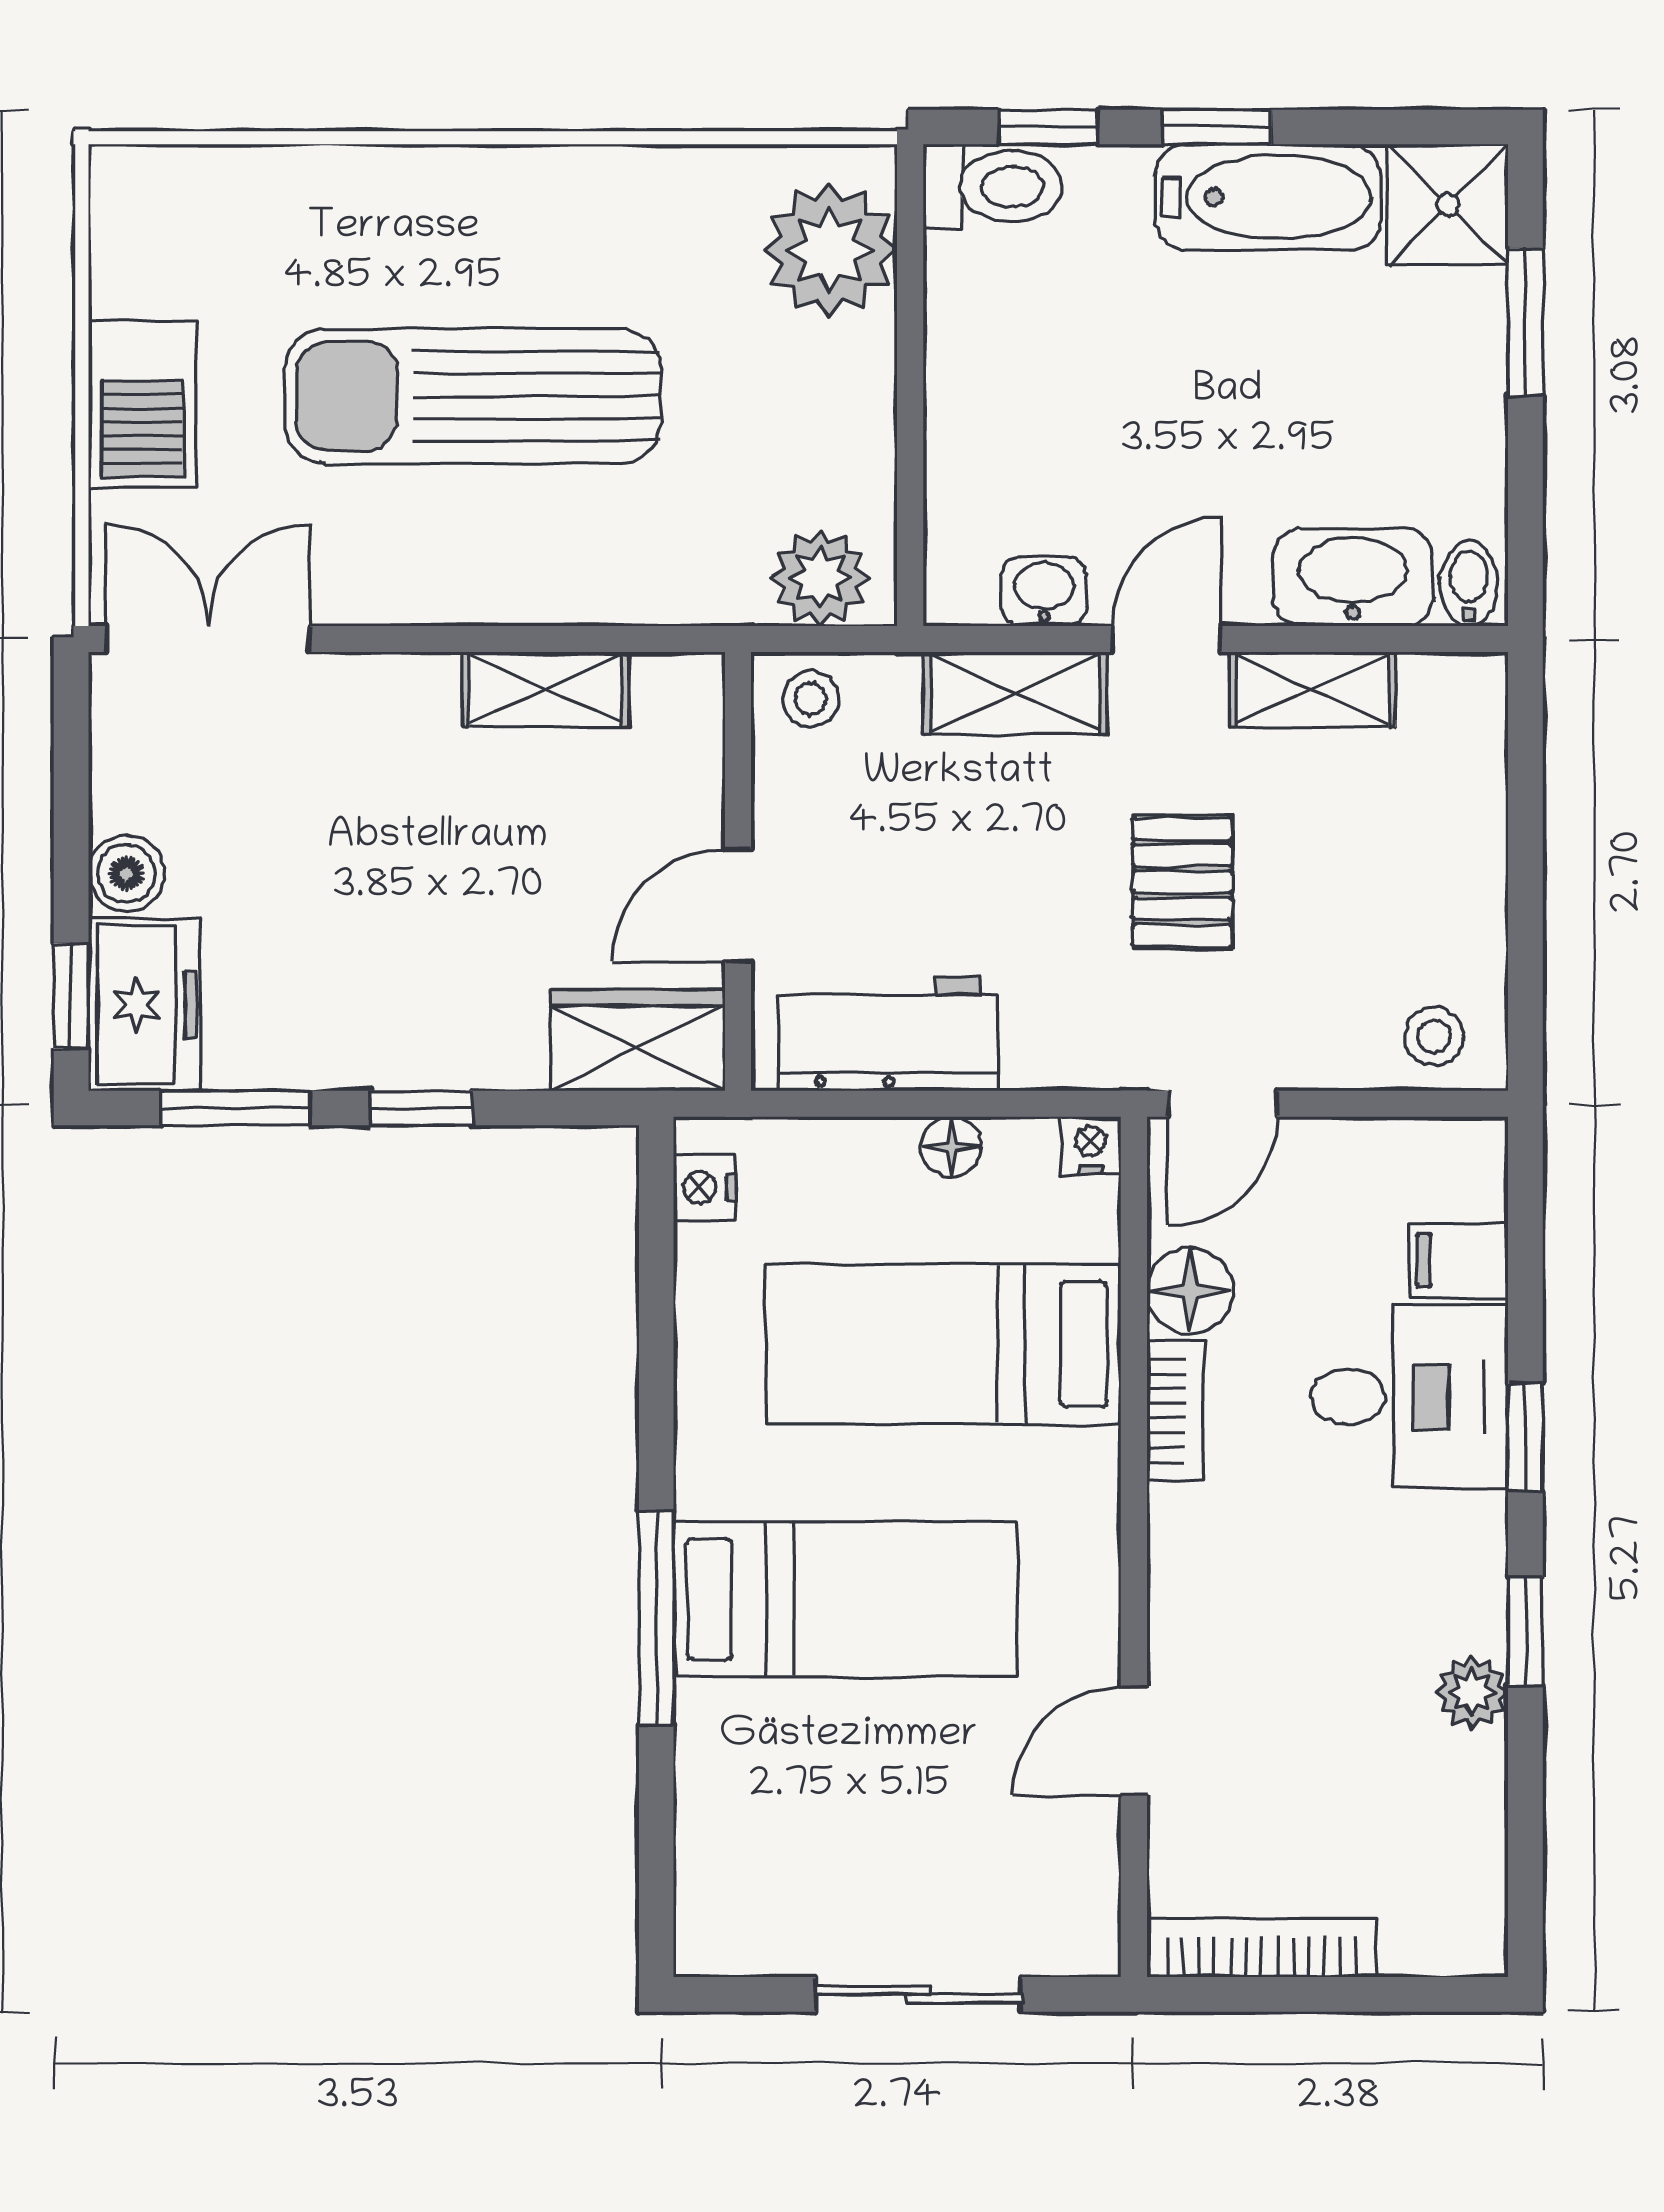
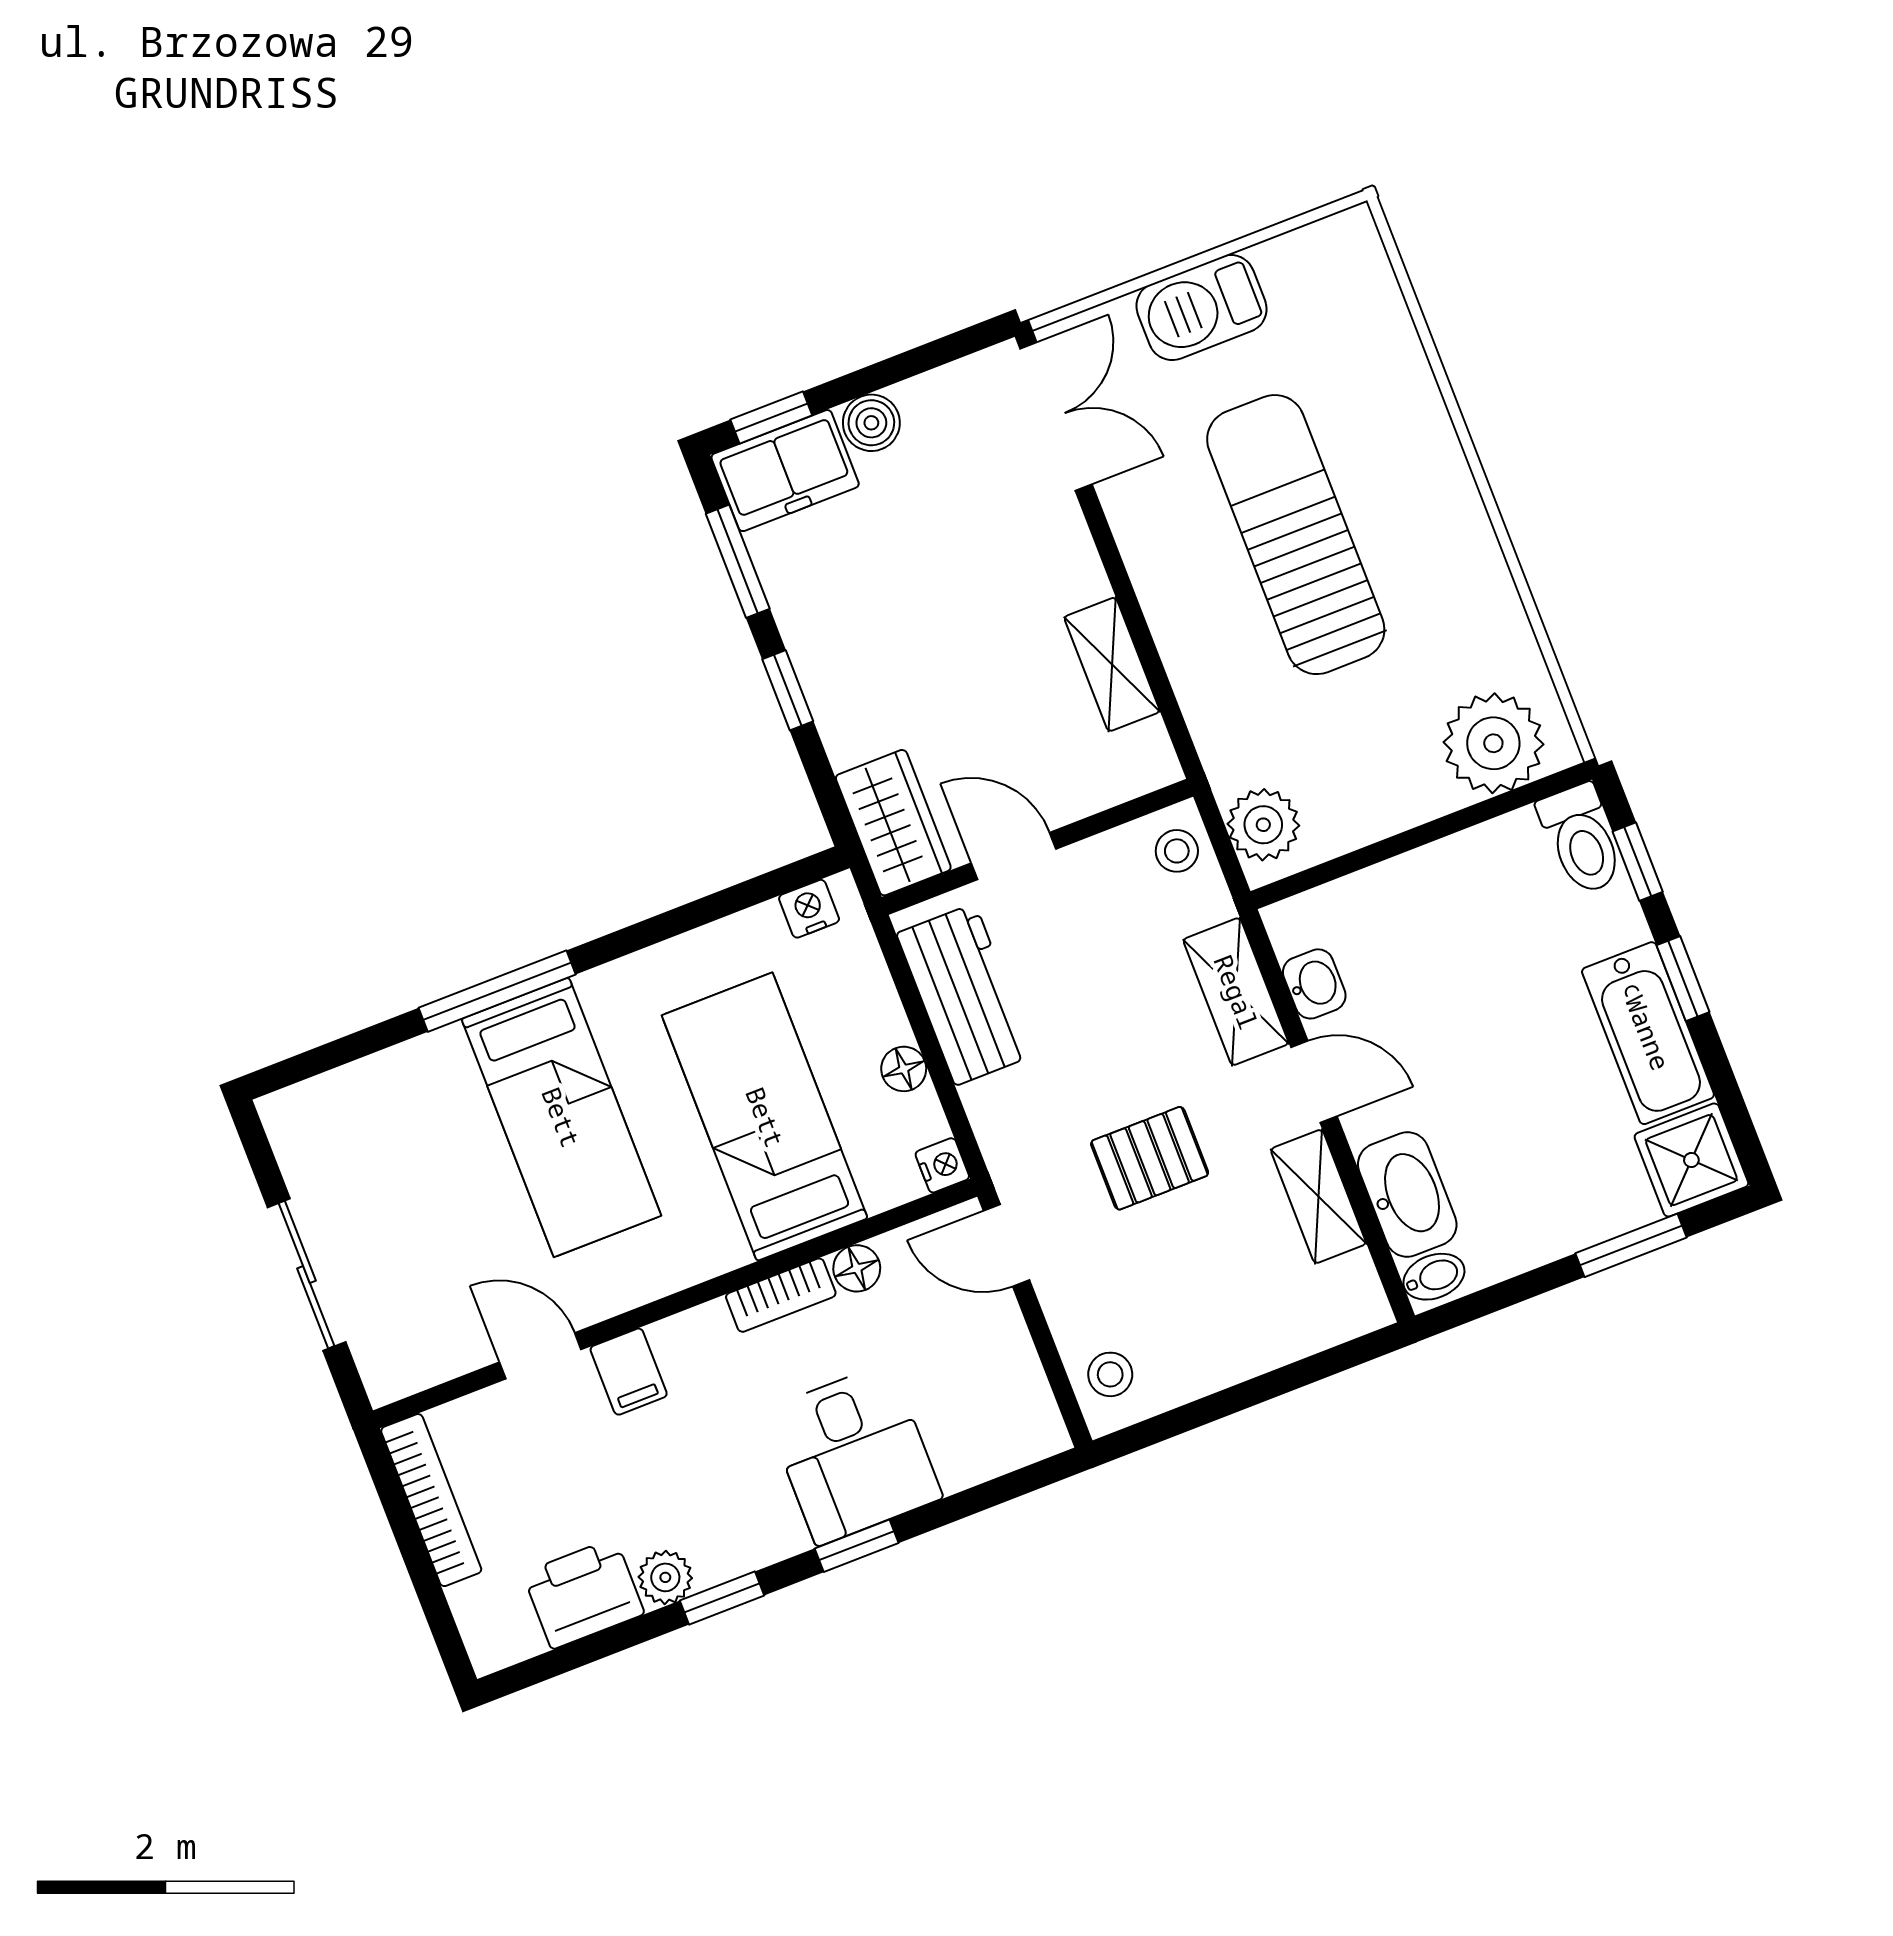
filing cabinet: (1458, 1260) -> (629, 1372), moved, turned 180
floor lamp: (1190, 1291) -> (857, 1268), width x0.73, depth x0.73
printer: (1453, 1803) -> (583, 1593), added

